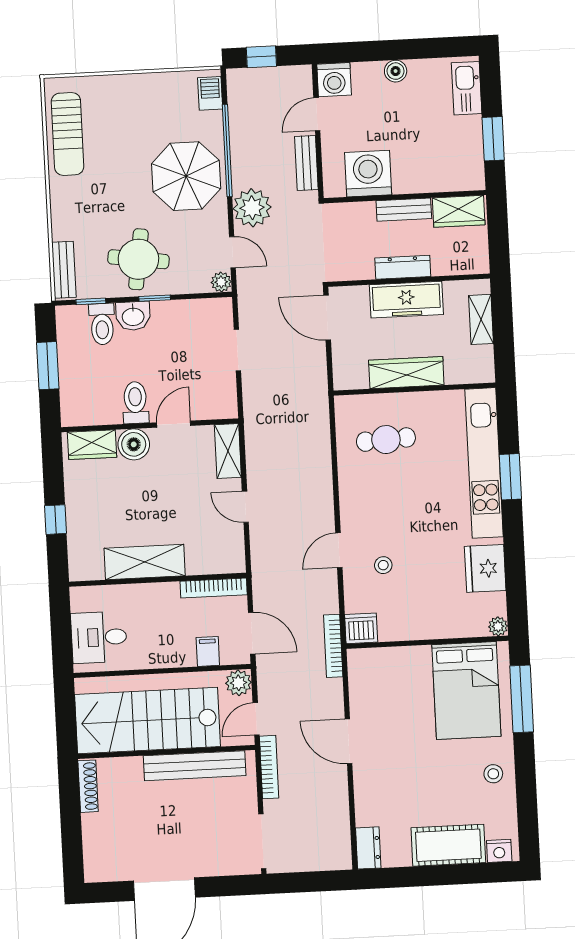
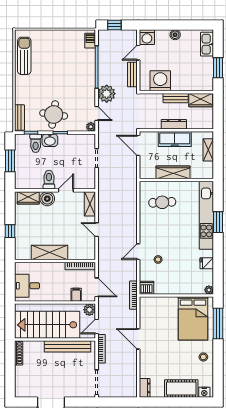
sun lounger: (68, 134) -> (24, 56), turned 180
parasol: (186, 176) -> (77, 78), removed
fridge: (485, 568) -> (207, 263), width x0.53, depth x0.75

